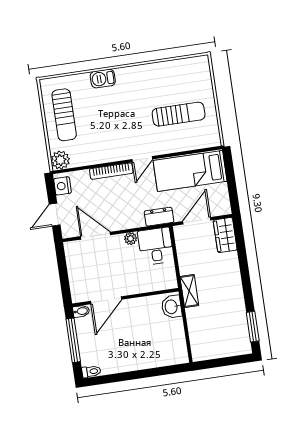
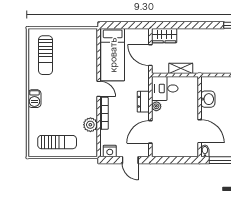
barbecue: (103, 79) -> (34, 99), moved
sun lounger: (179, 114) -> (46, 55), moved, turned 180
plant: (60, 160) -> (90, 125), moved
dresser: (159, 217) -> (143, 102), moved
shelving: (189, 291) -> (181, 68), moved
washbasin: (172, 307) -> (208, 99), moved, turned -90

